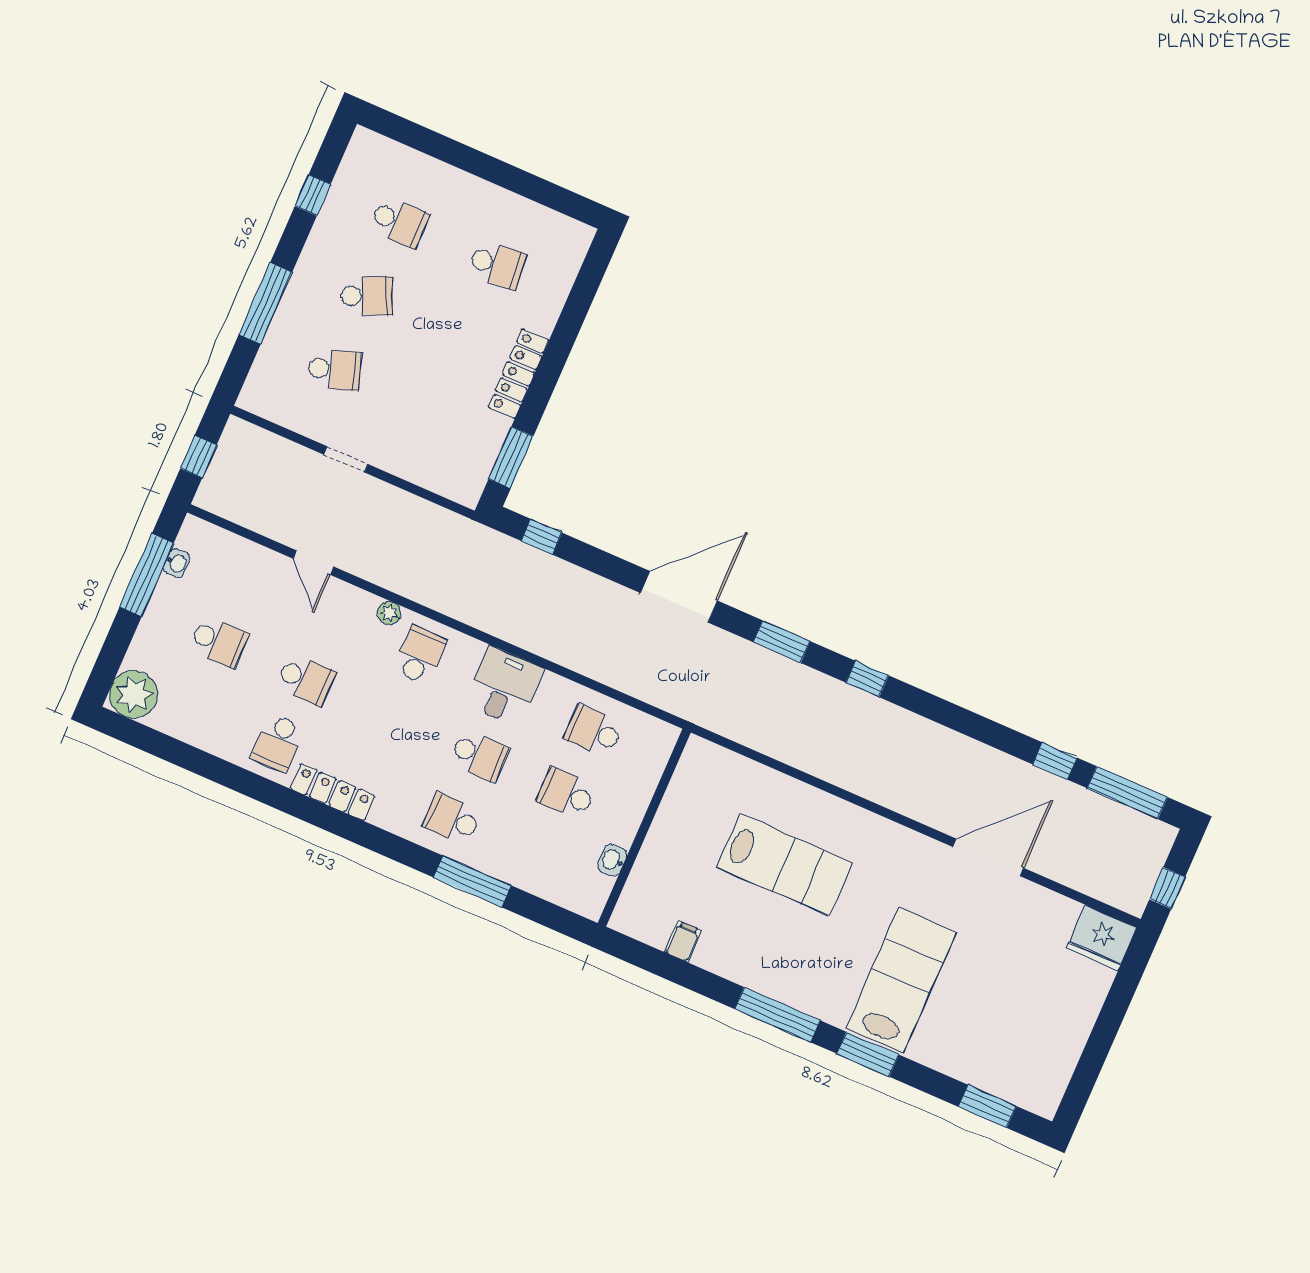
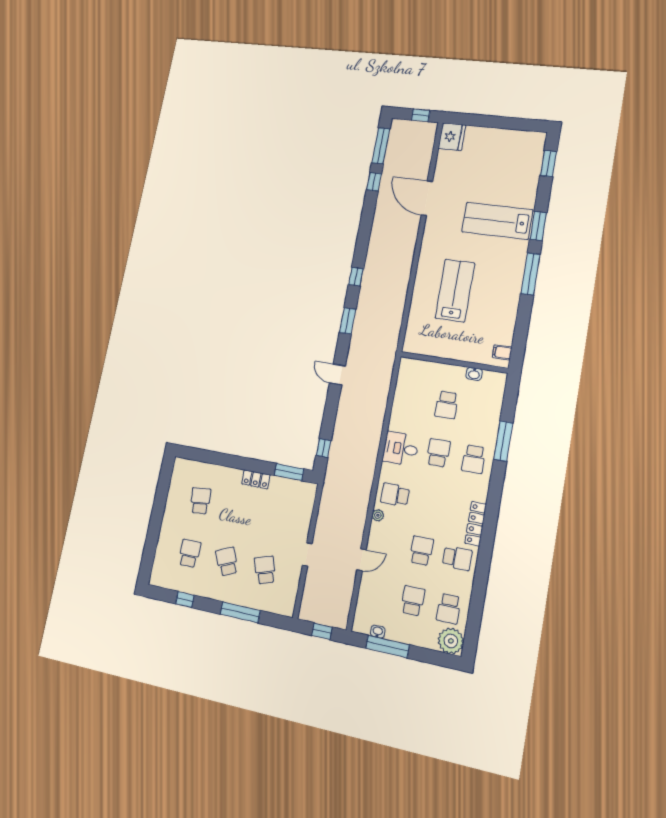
locker: (519, 374) -> (256, 479), width x0.66
door: (679, 597) -> (337, 375), width x0.53
school desk: (594, 731) -> (449, 609), moved
filing cabinet: (683, 941) -> (502, 352), moved

